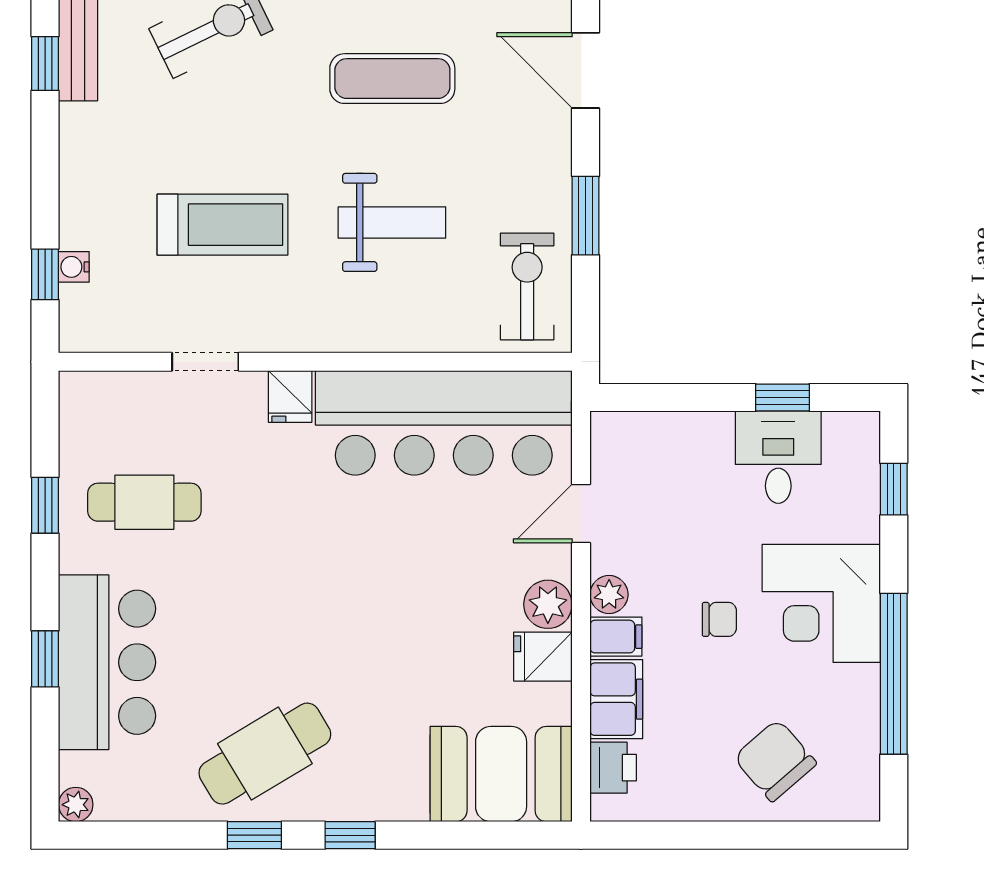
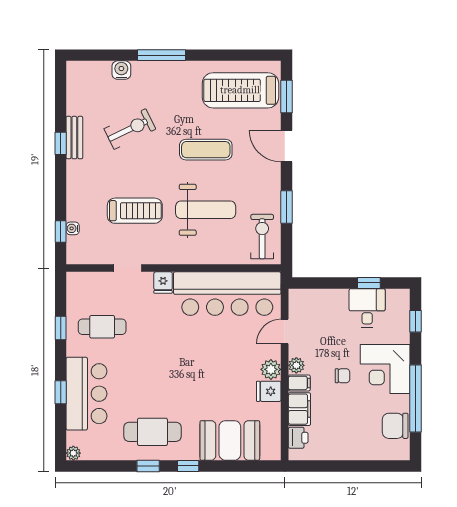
weight bench: (392, 222) -> (206, 210), width x1.36, depth x1.33
cafe table: (265, 754) -> (152, 432), turned 31
chair: (775, 760) -> (395, 426), moved, turned -49
booth: (501, 774) -> (230, 440), moved

